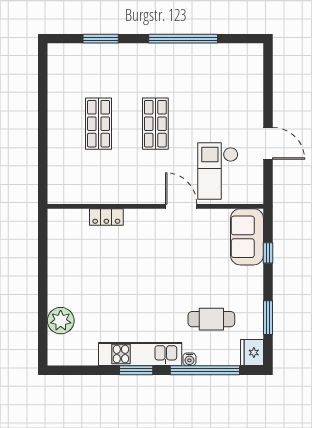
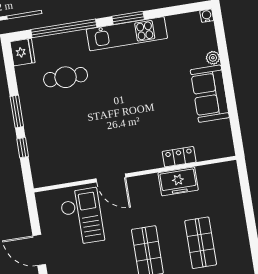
freezer: (112, 191) -> (178, 181), added
sofa: (247, 237) -> (210, 94), moved, turned 180
window: (268, 318) -> (17, 112), moved
plant: (61, 321) -> (213, 58), width x0.53, depth x0.53
water cooler: (189, 359) -> (207, 16), moved

